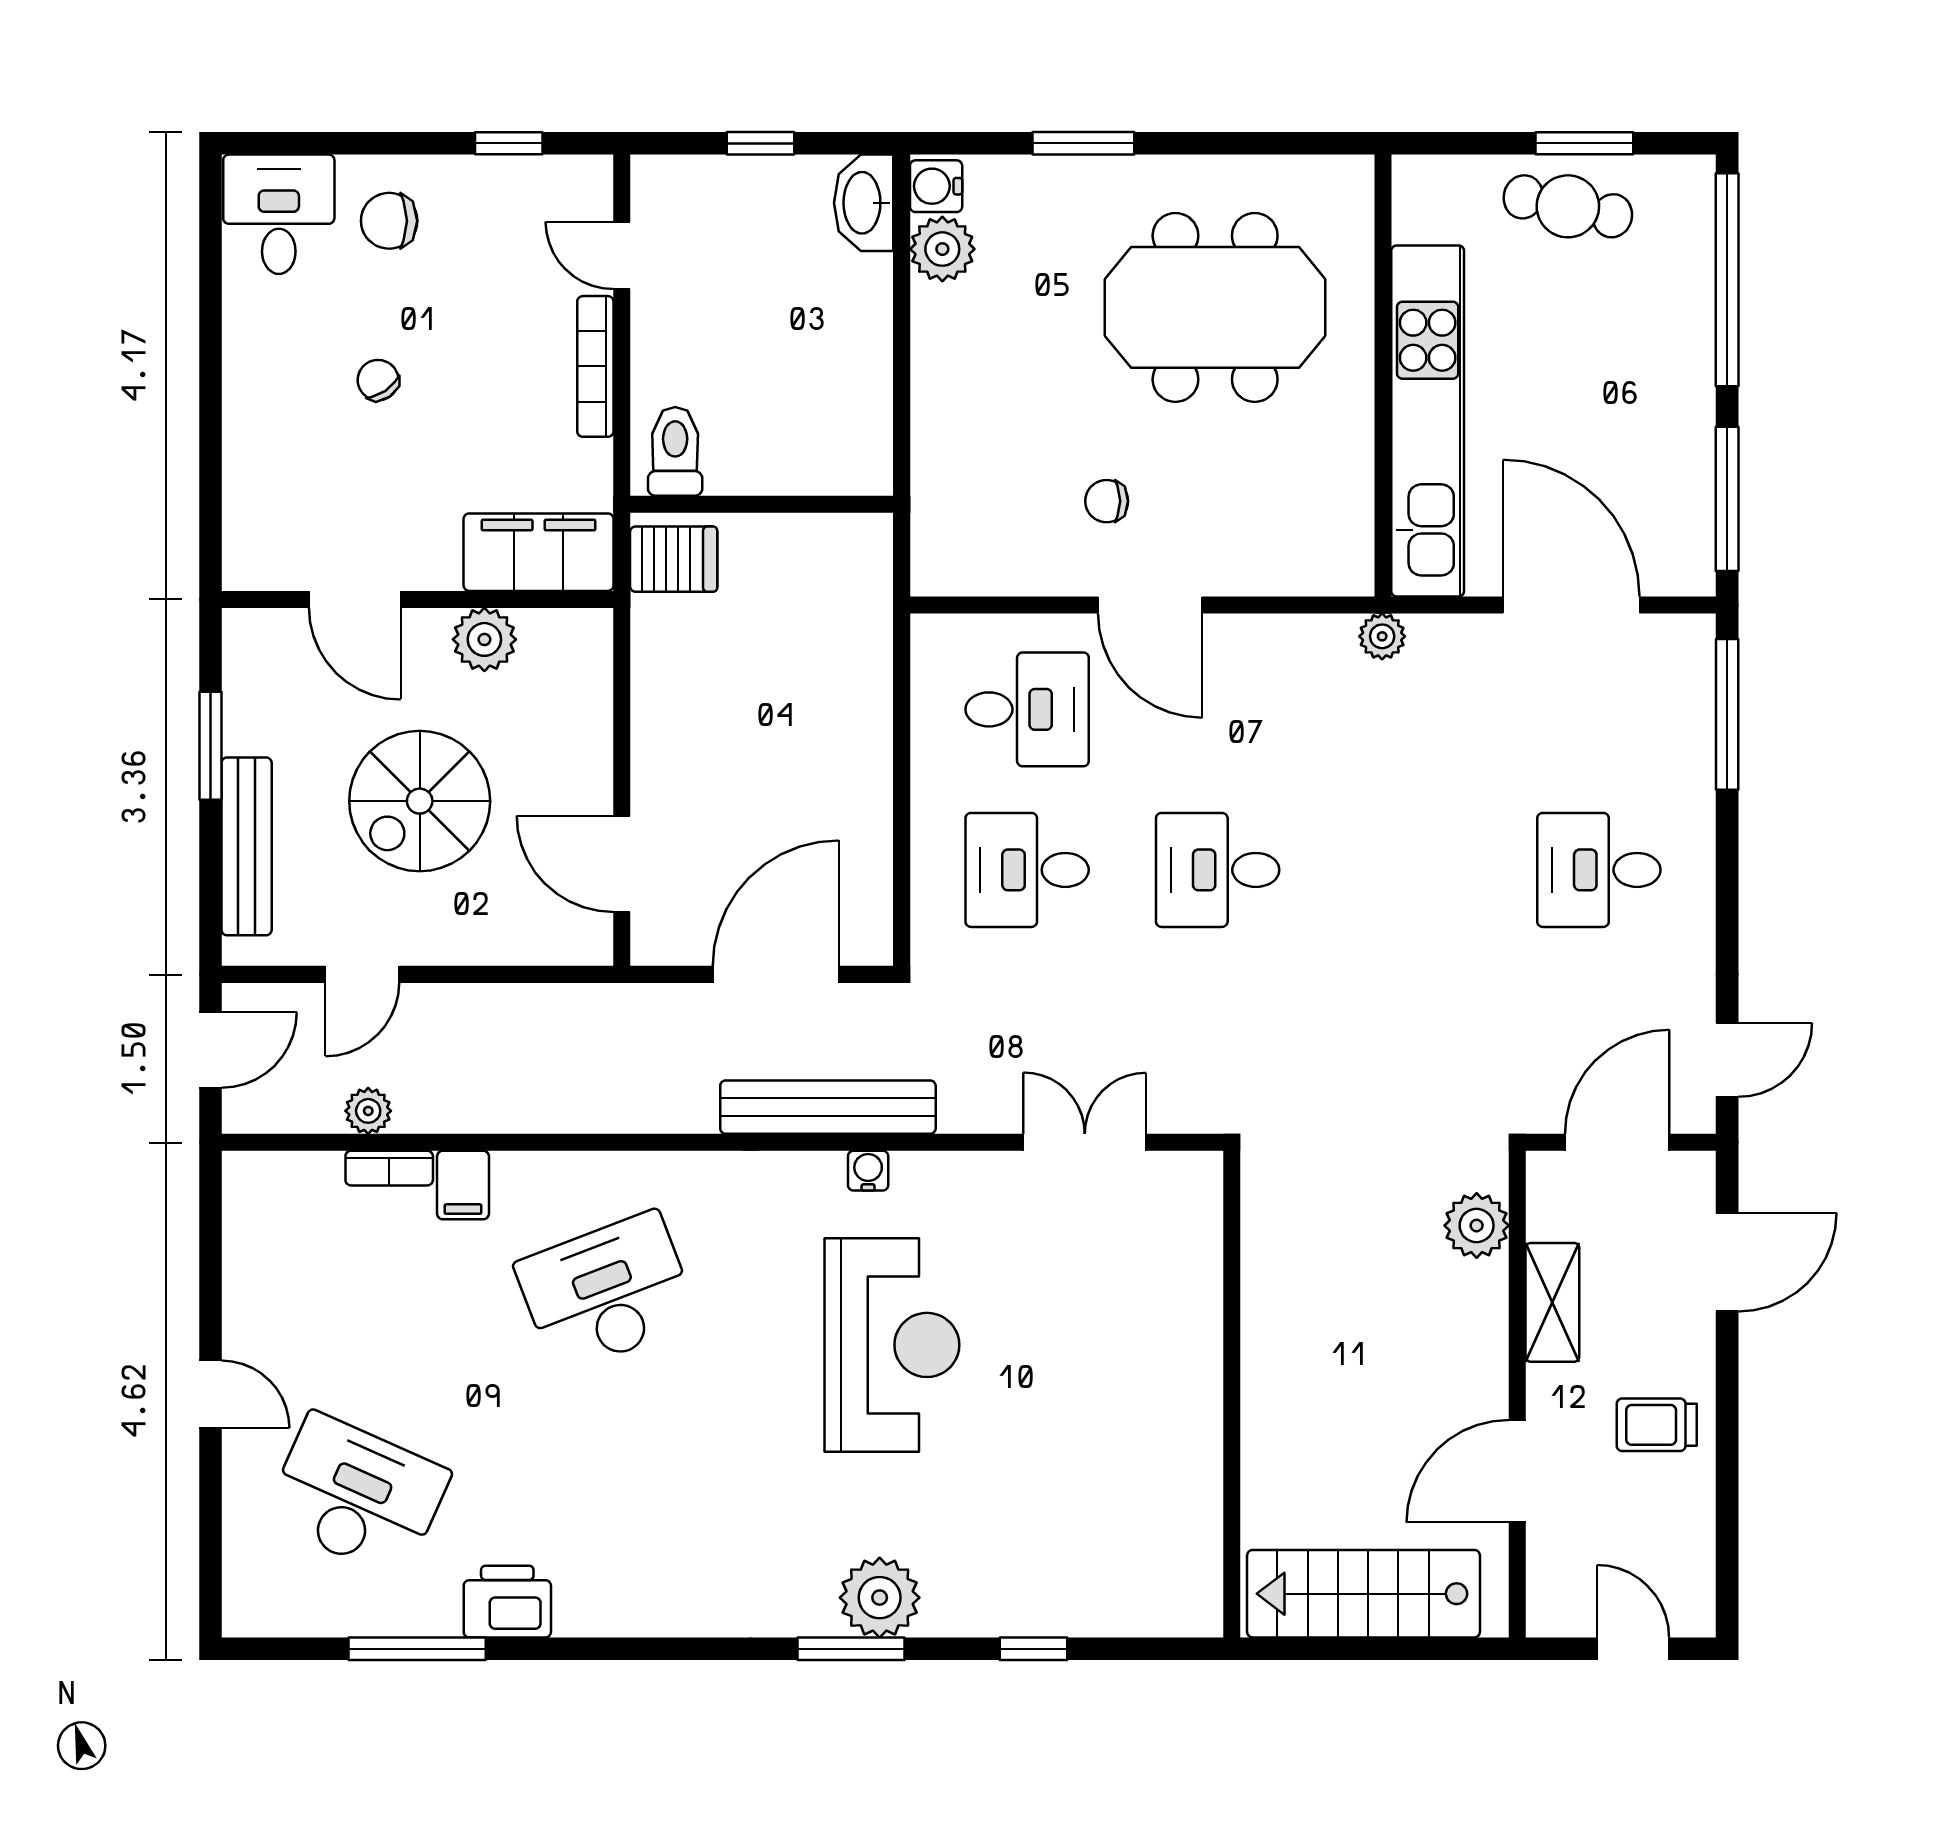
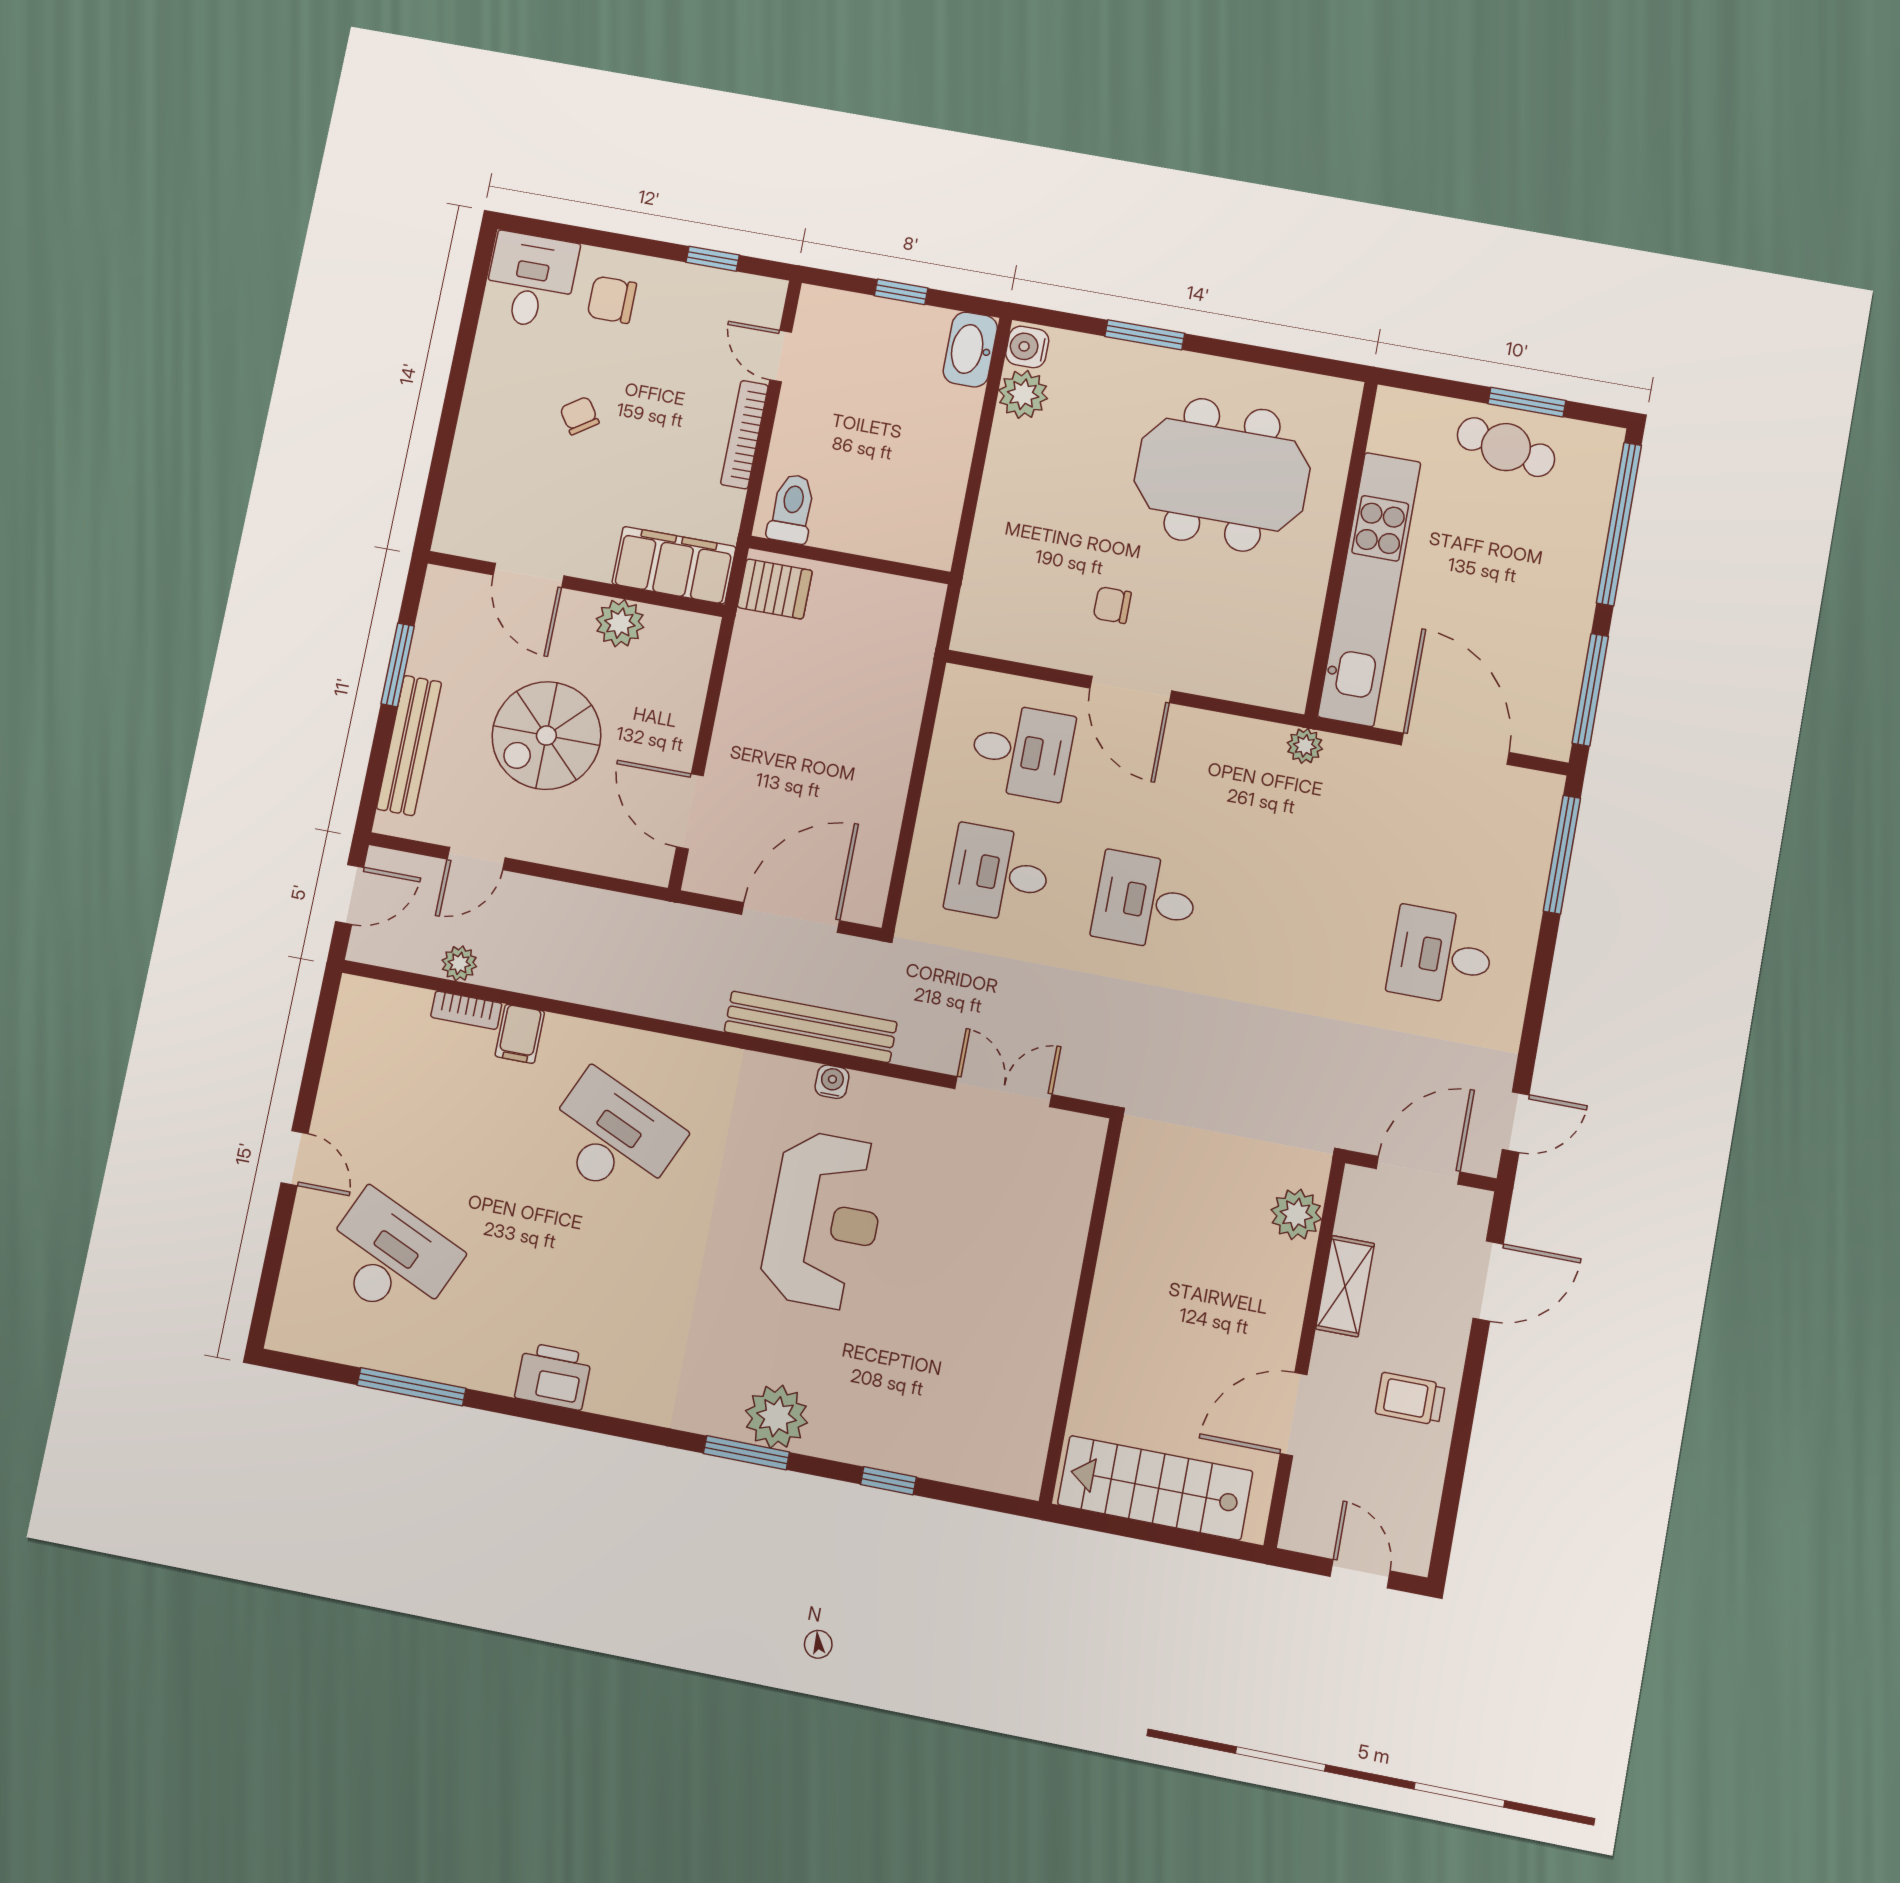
desk: (607, 1293) -> (613, 1138), turned 45
printer: (507, 1602) -> (553, 1376), moved

